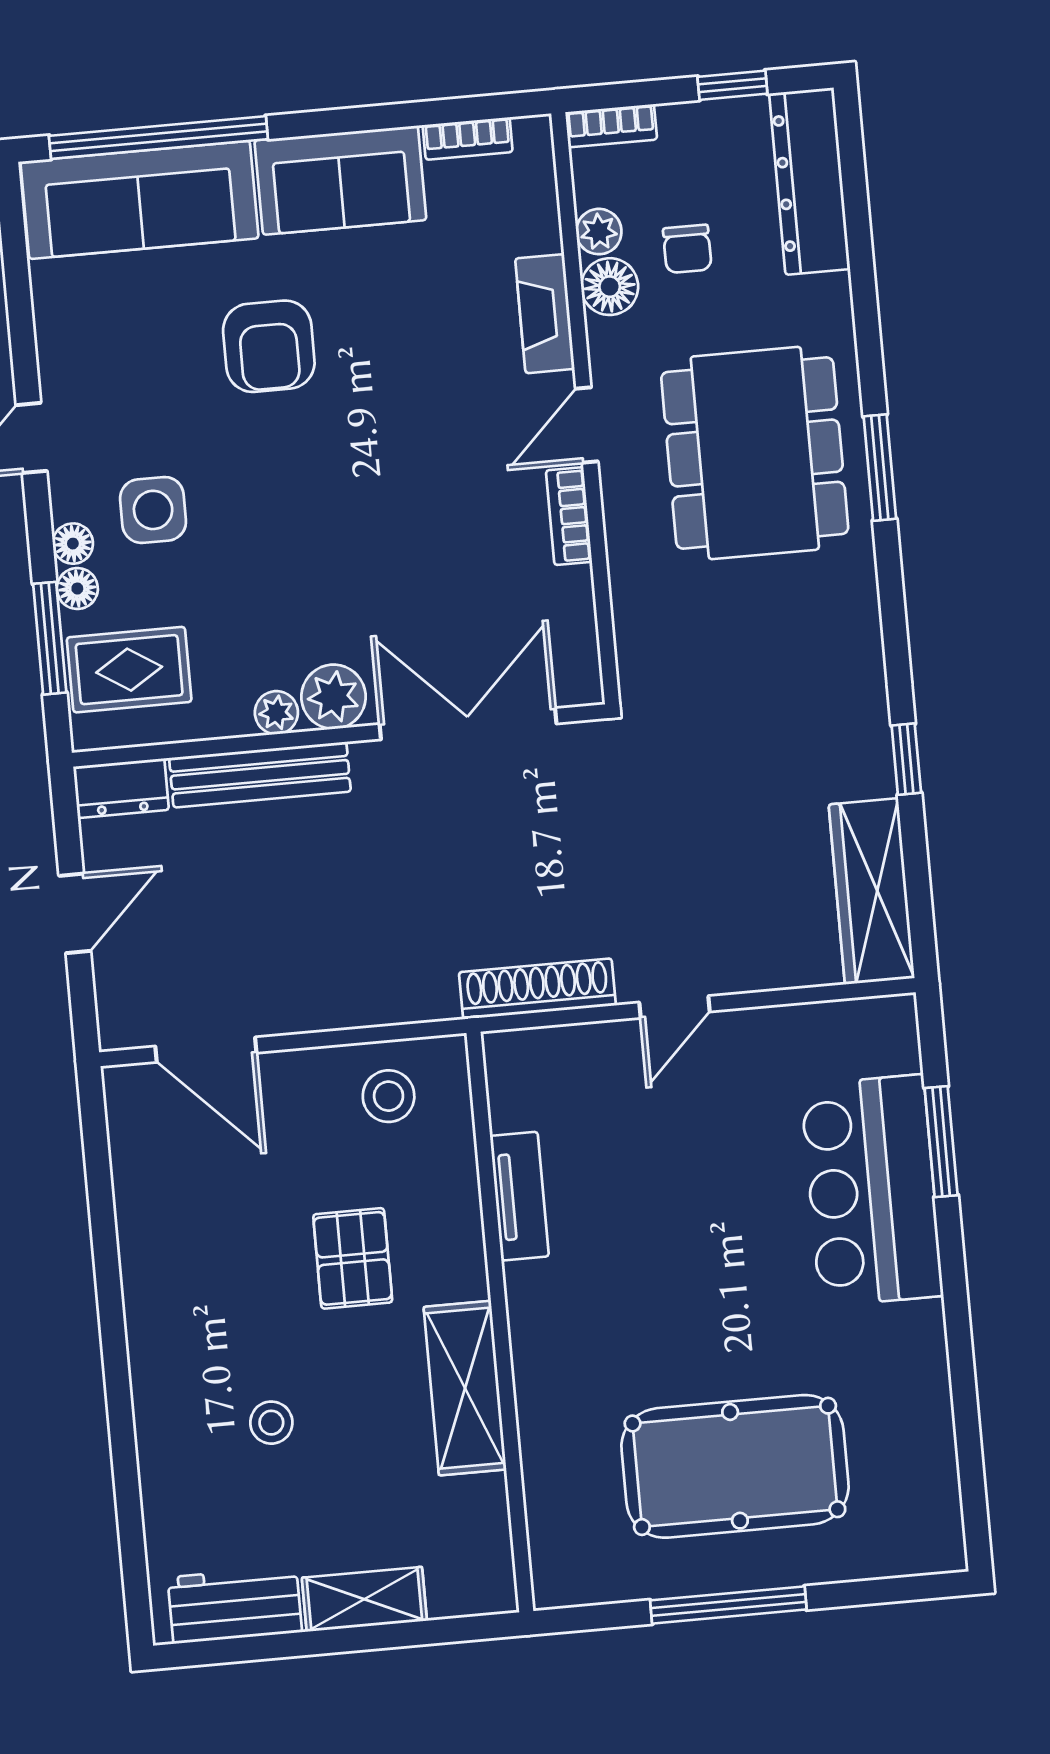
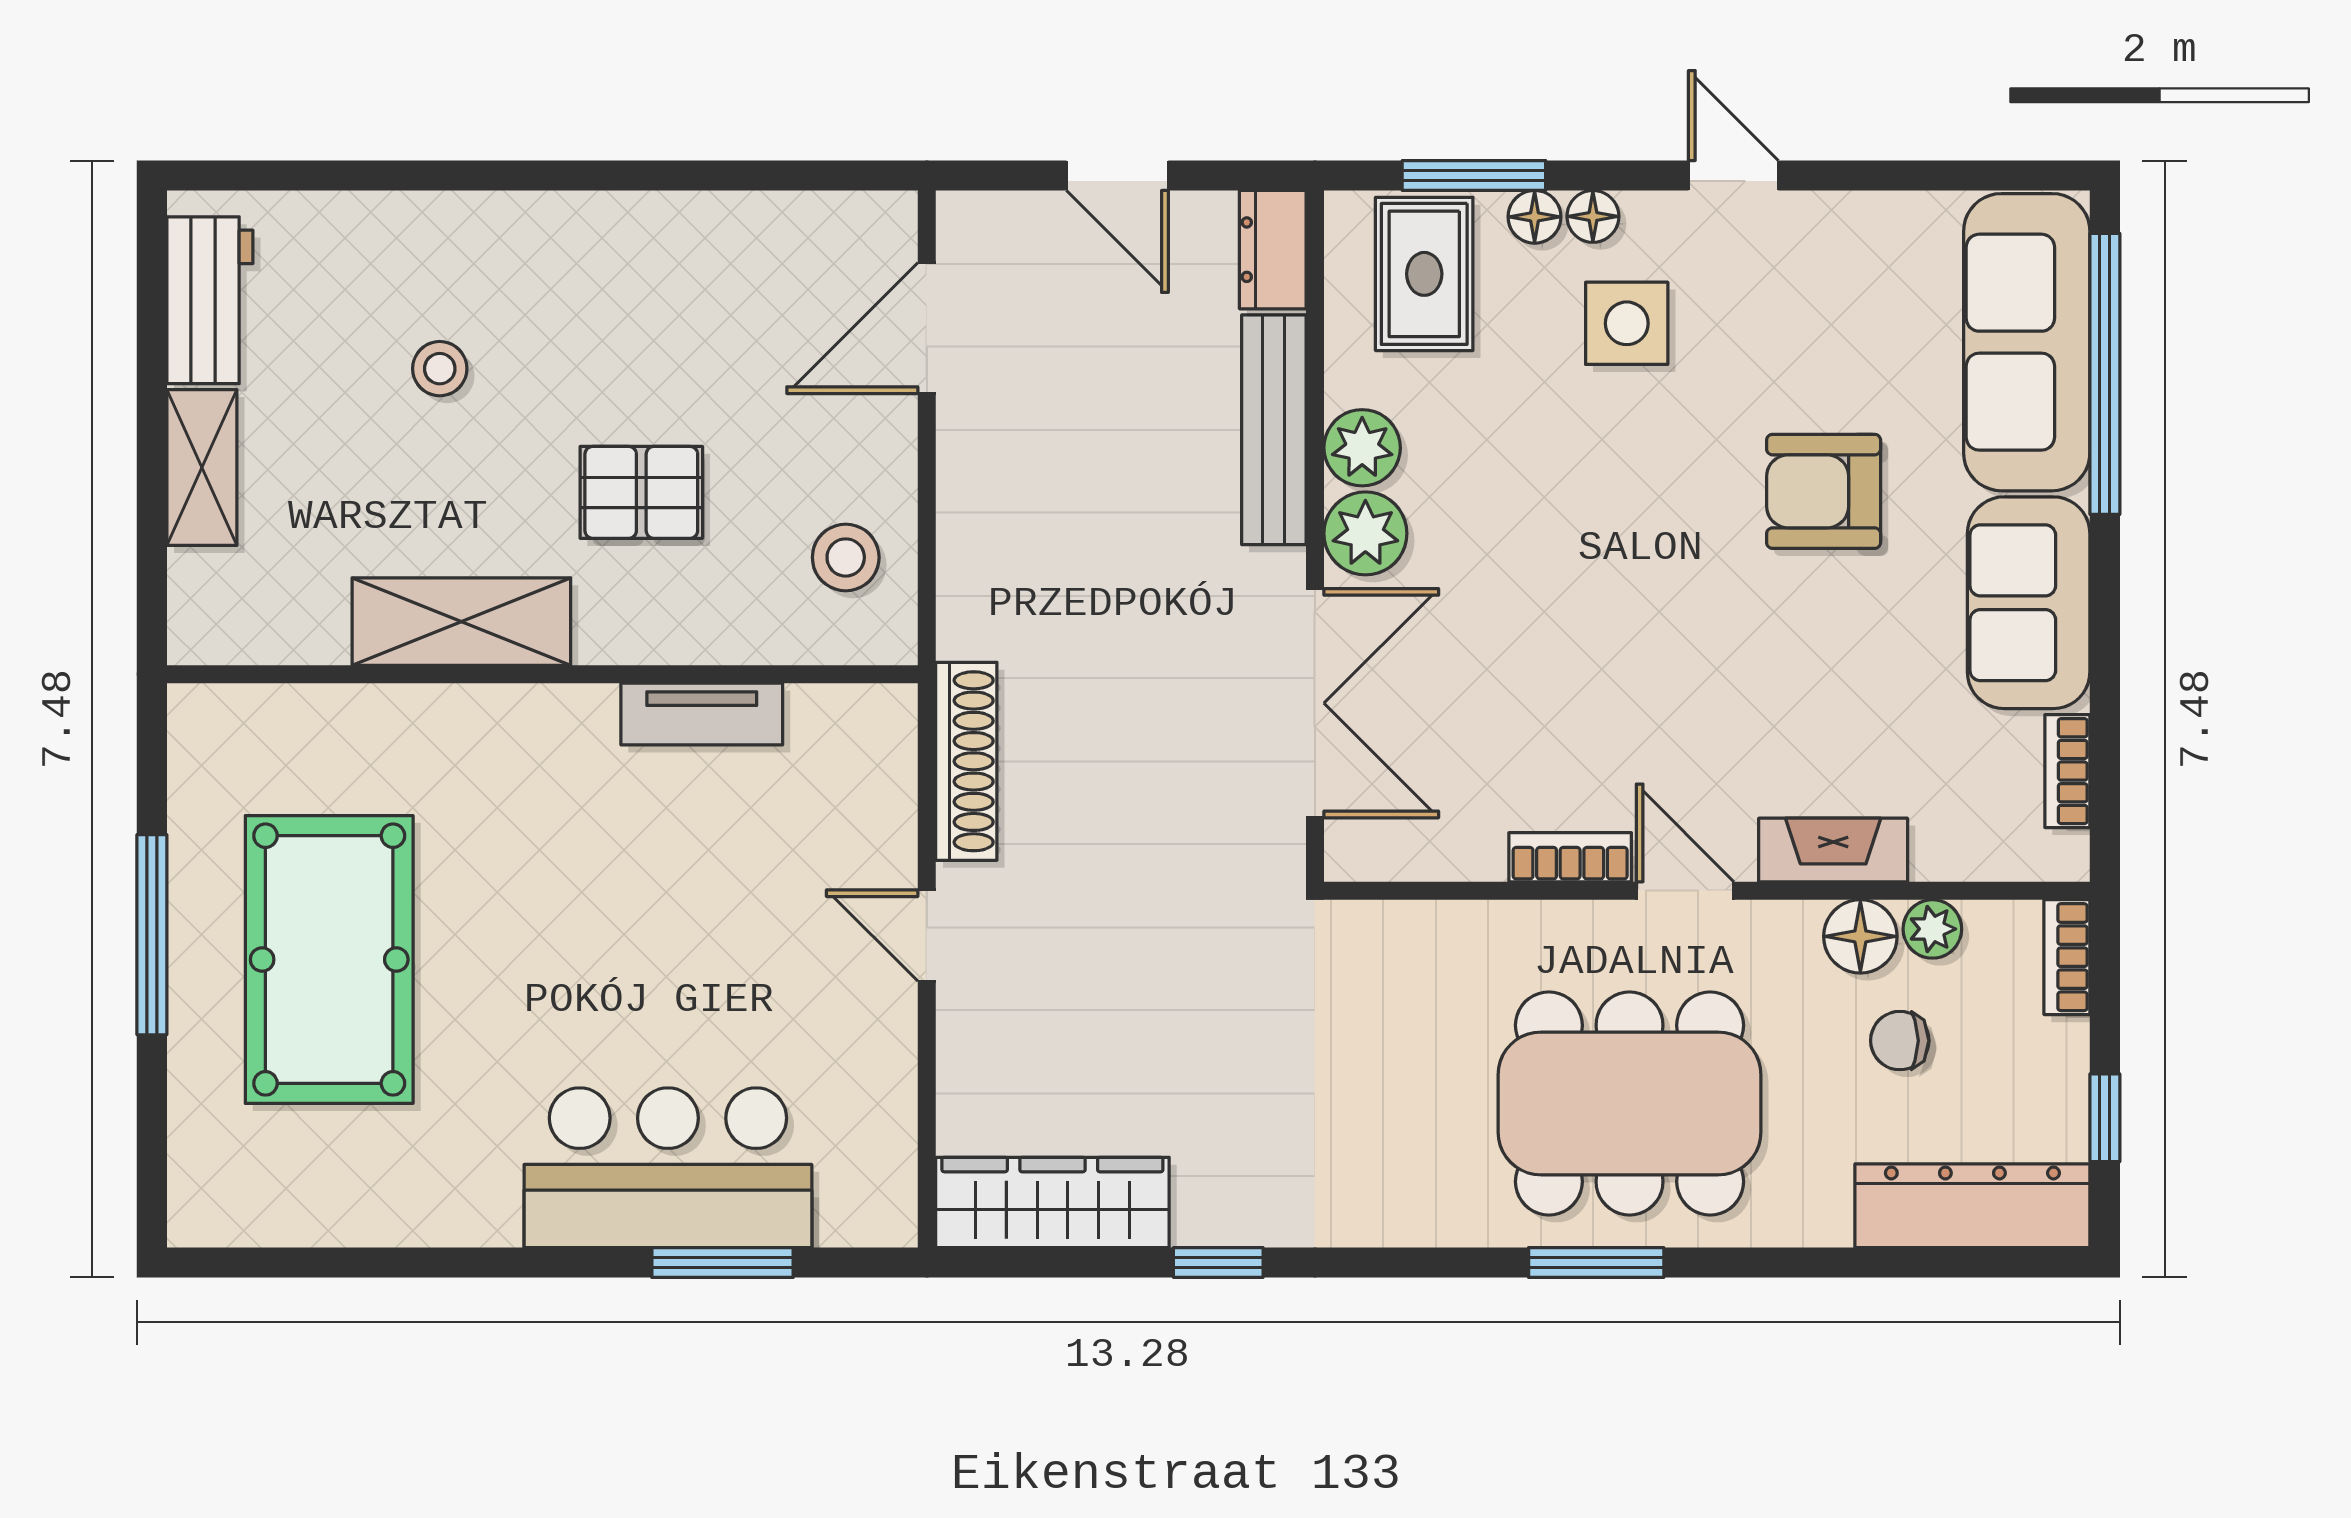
plant: (276, 713) -> (1362, 448), width x1.38, depth x1.38

